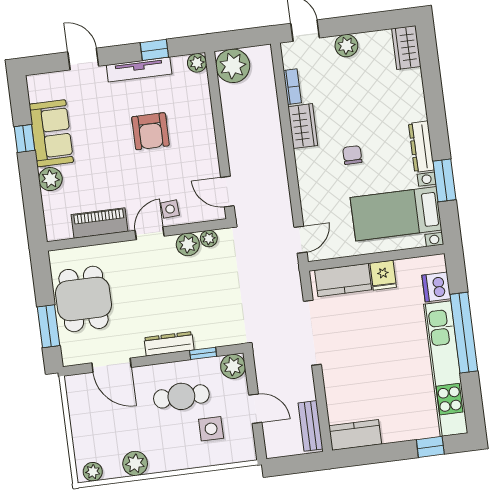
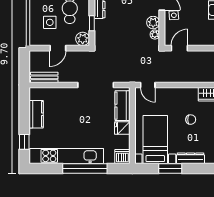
dishwasher: (436, 287) -> (122, 157), moved
kitchen counter: (355, 435) -> (36, 114), moved

